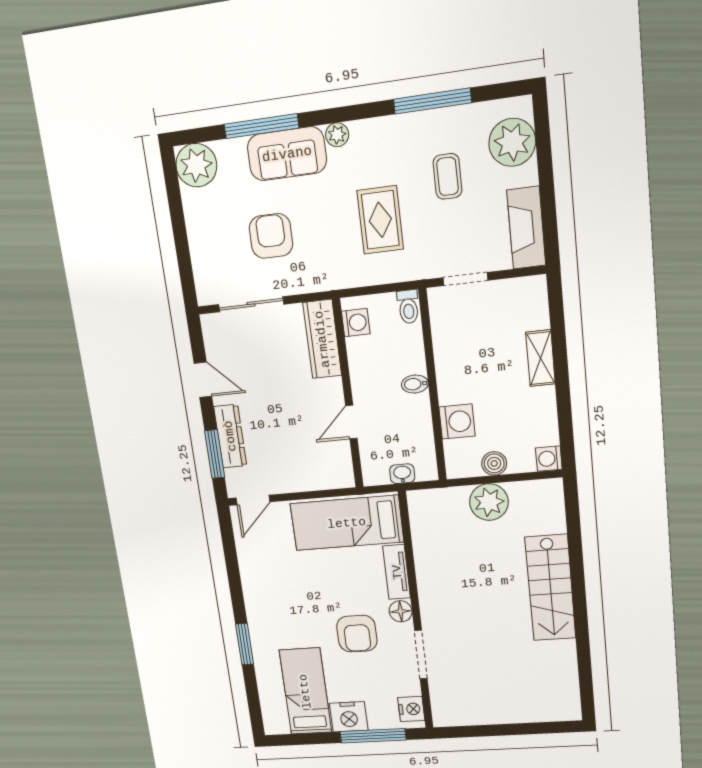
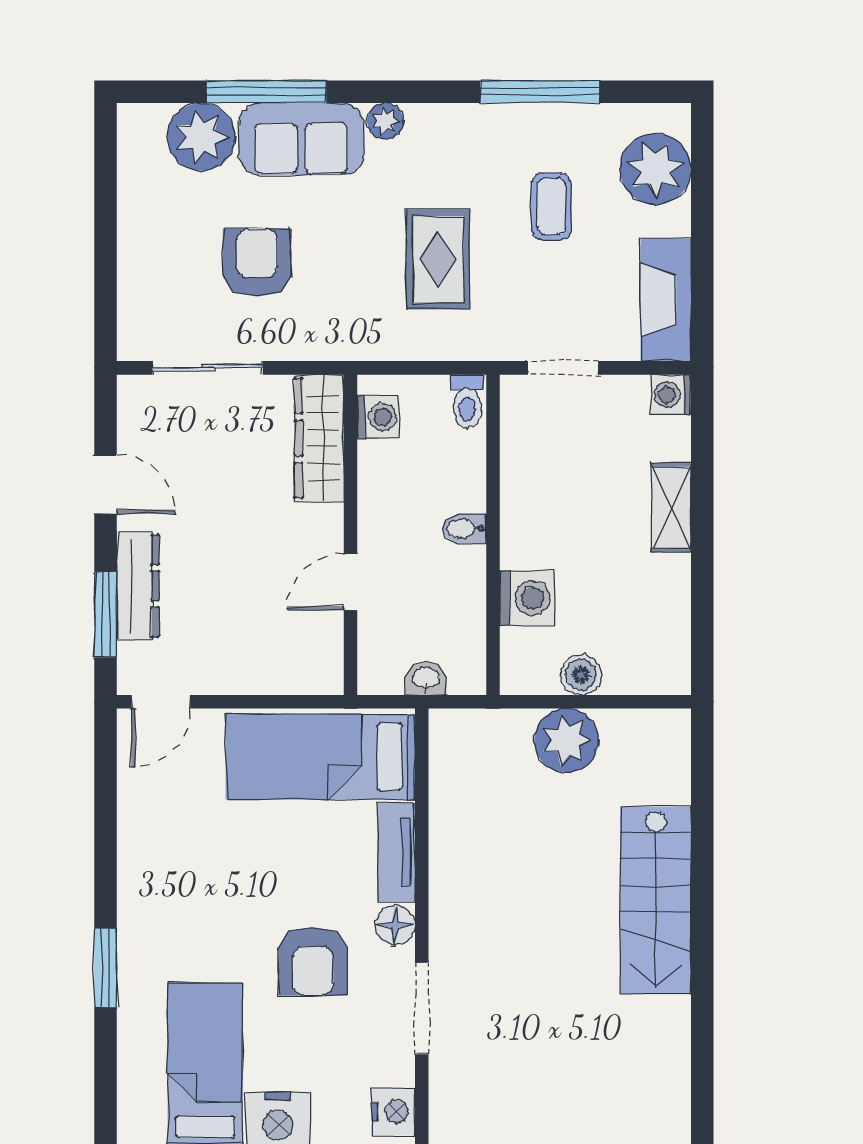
plant: (196, 165) -> (201, 137), moved
washing machine: (549, 459) -> (671, 395), moved

